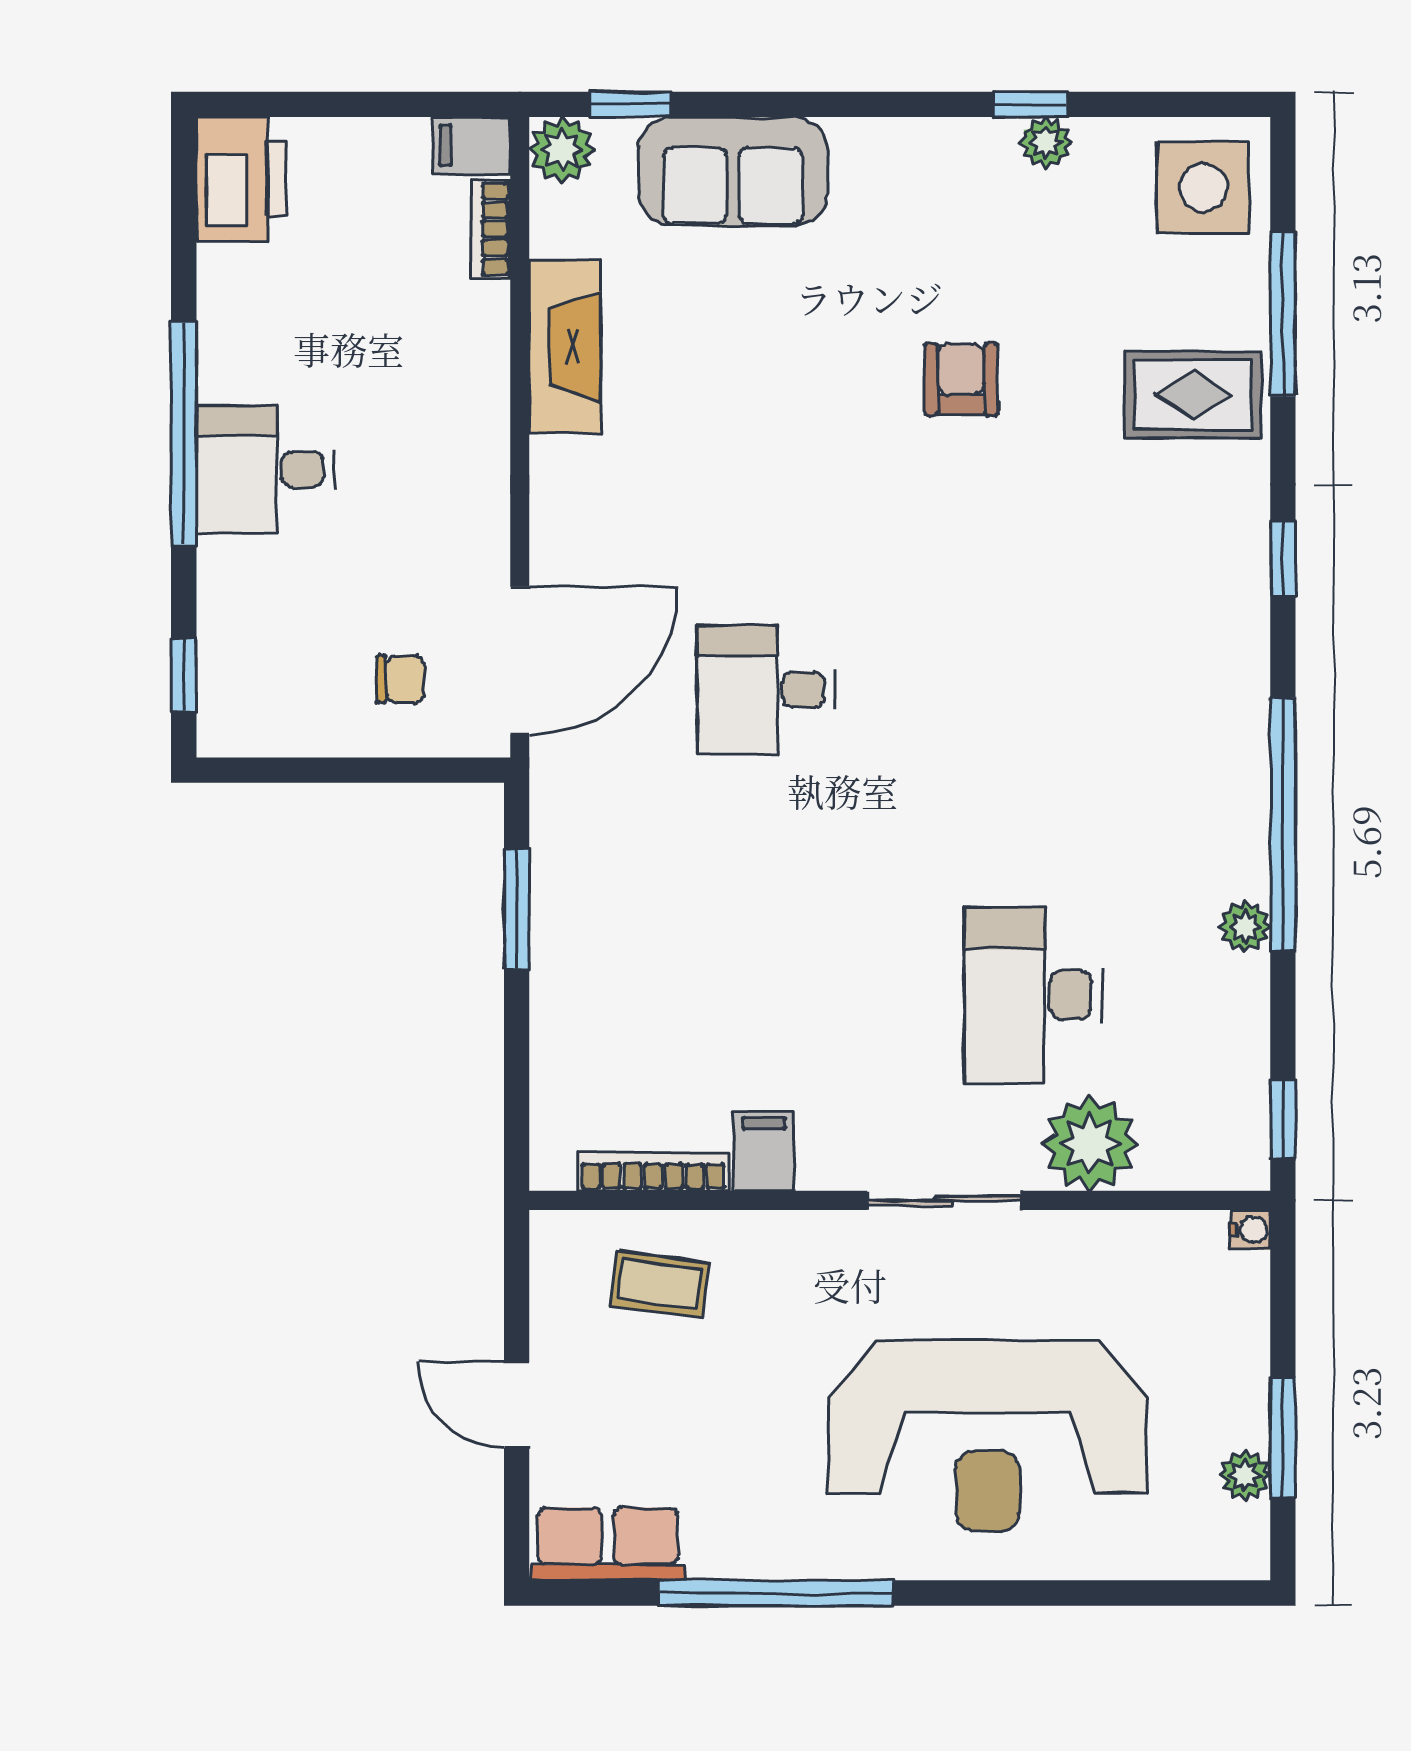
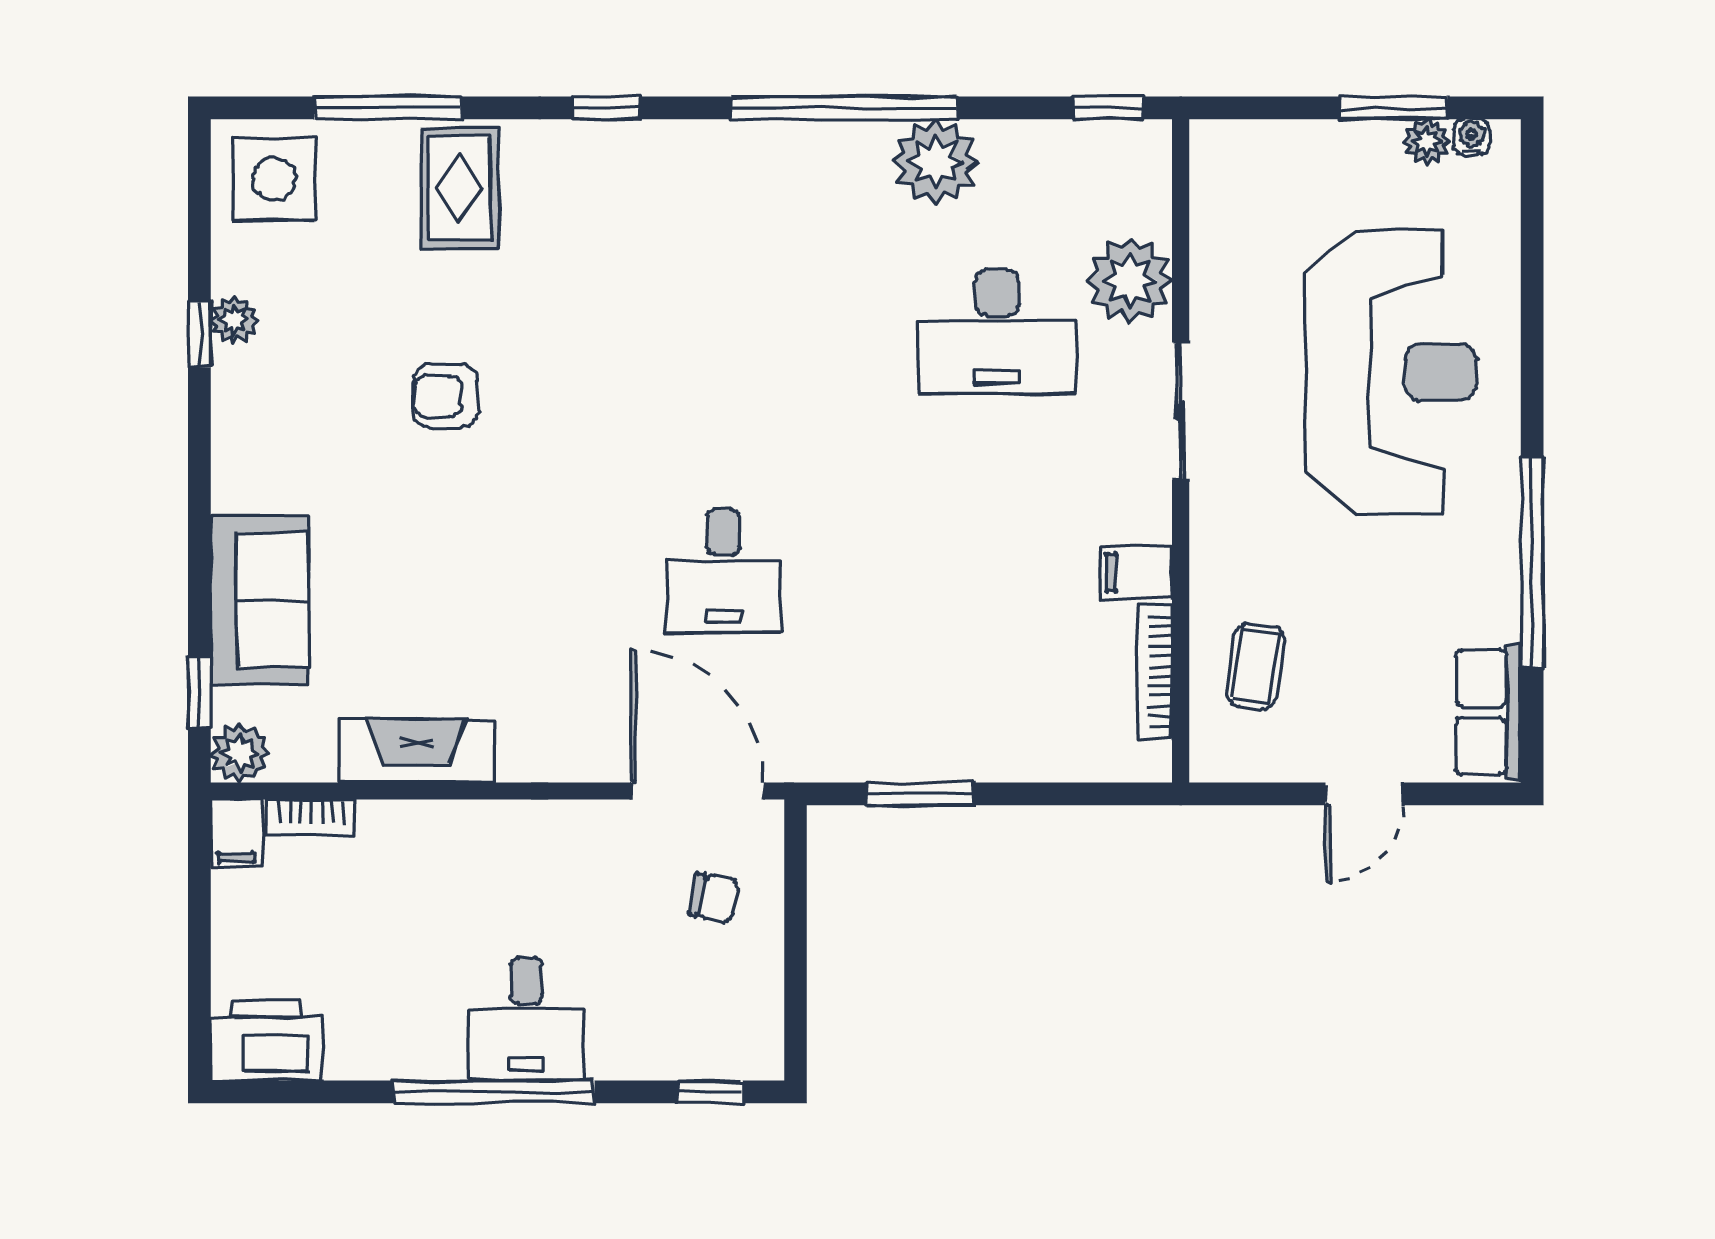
chair: (400, 679) -> (714, 898), turned 101
plant: (1245, 927) -> (936, 162), width x1.87, depth x1.87
water cooler: (1250, 1230) -> (1472, 137), moved

